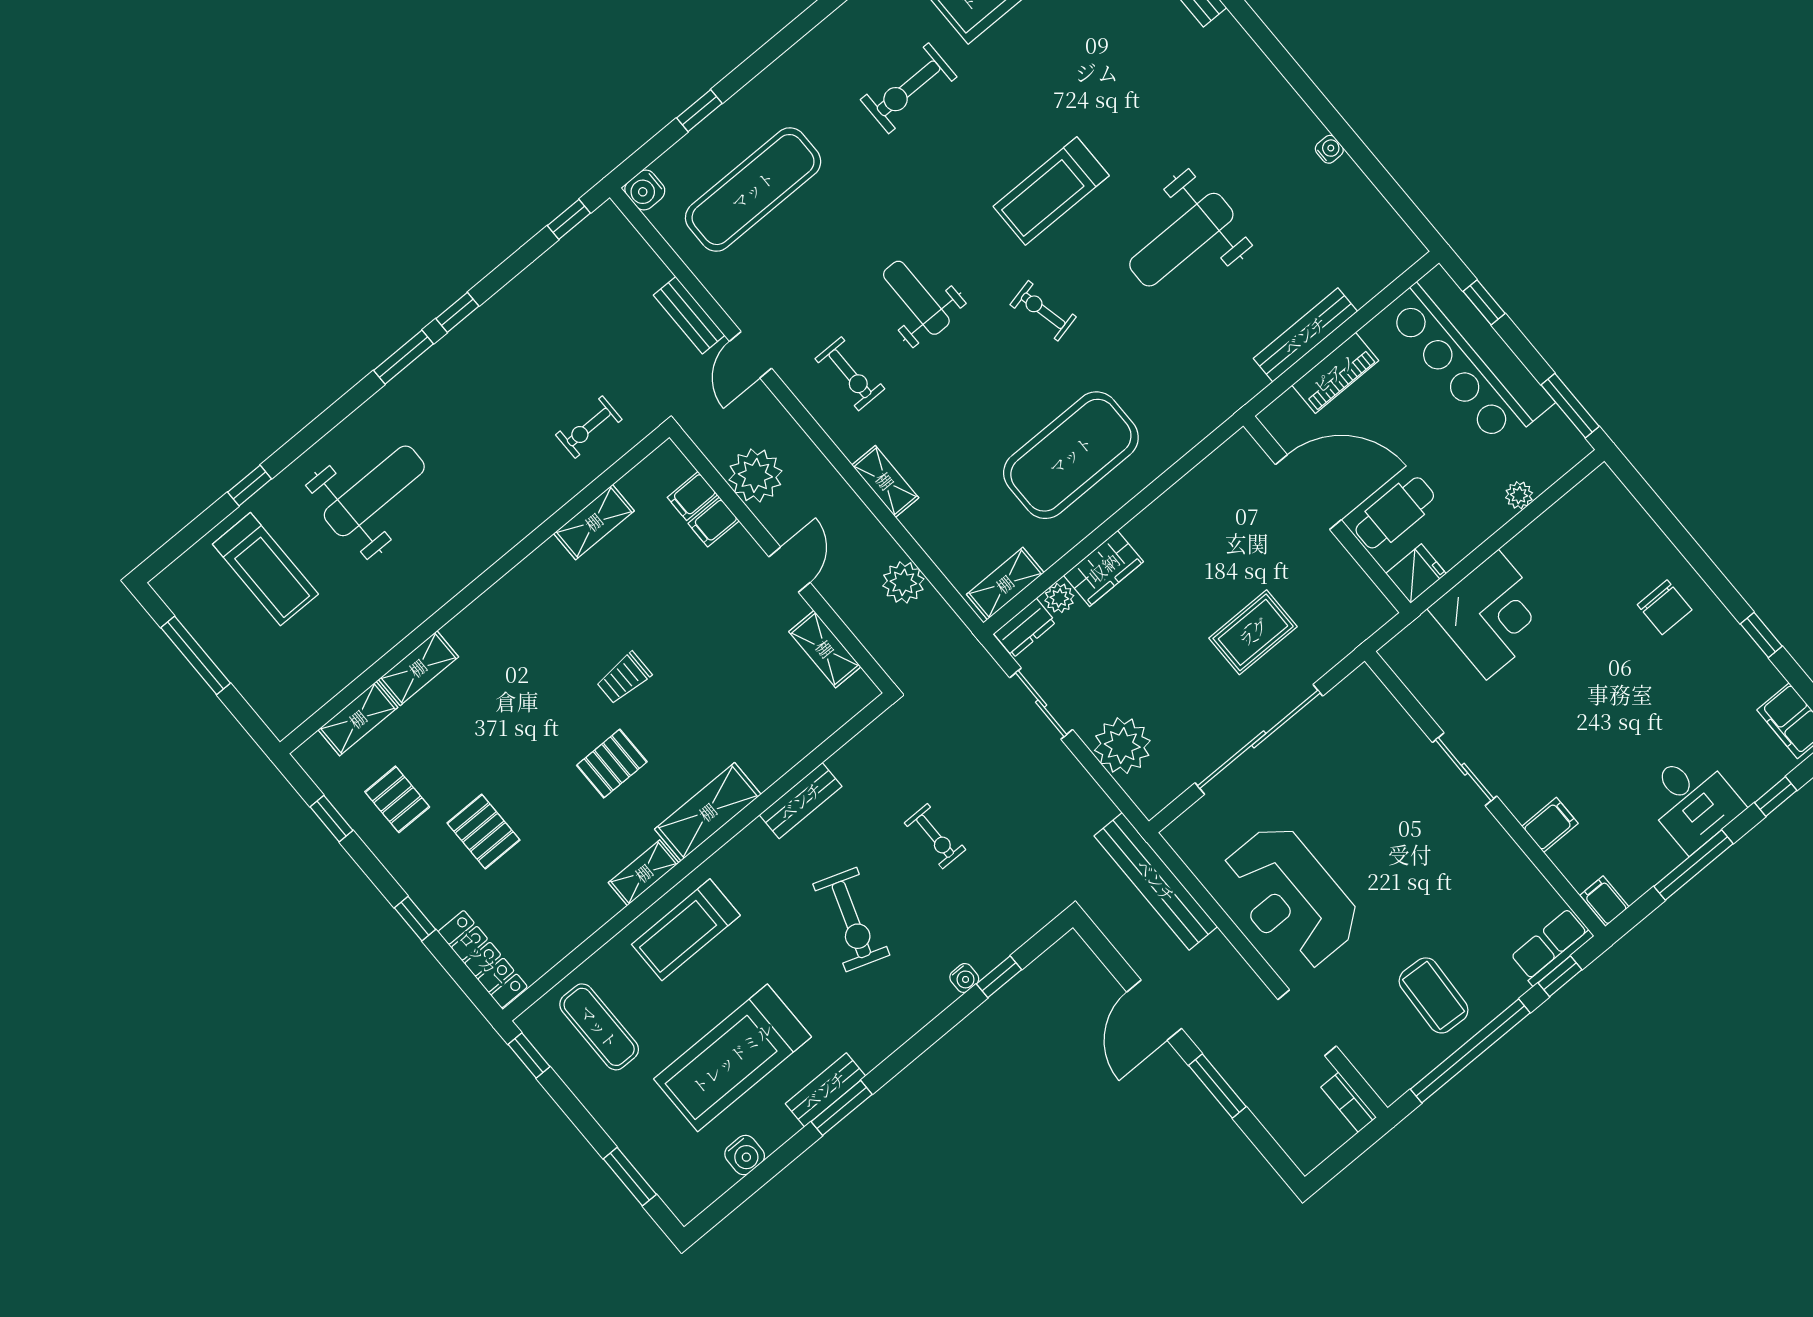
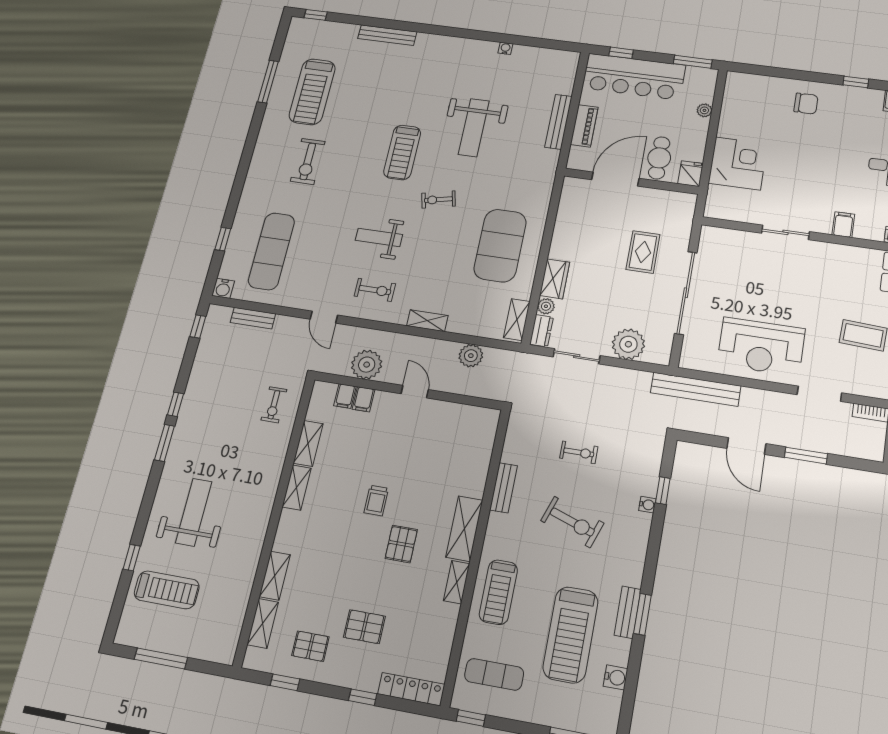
bench: (689, 315) -> (253, 318), moved
shelving: (825, 649) -> (297, 487), moved, turned 90

